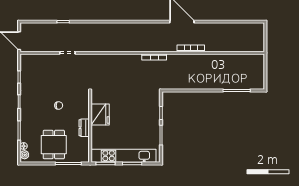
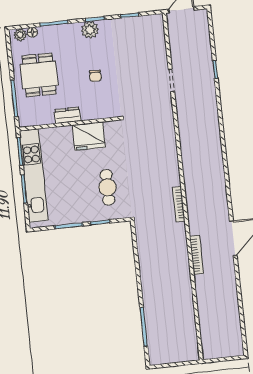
cafe table: (137, 105) -> (107, 187), added
plant: (26, 106) -> (90, 30), added
dining table: (54, 145) -> (39, 75), turned 90

